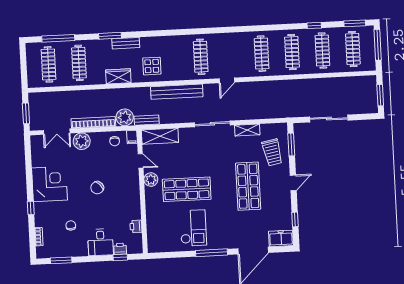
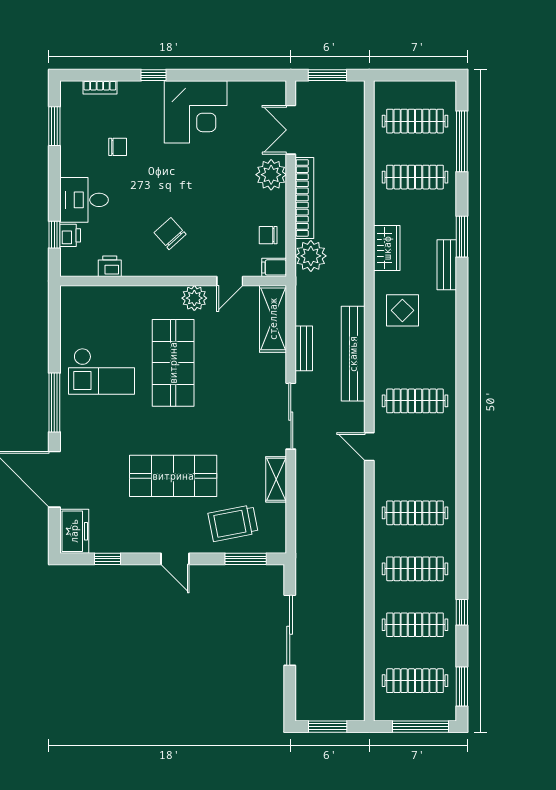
bench: (147, 120) -> (304, 348), moved
chair: (97, 188) -> (170, 234), moved

